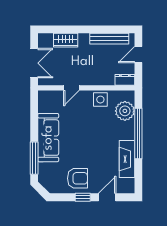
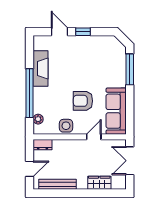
plant: (125, 111) -> (38, 119), width x0.53, depth x0.53
sofa: (48, 138) -> (116, 111), moved
armchair: (77, 178) -> (83, 101), moved
door: (107, 197) -> (59, 32), swing flipped

